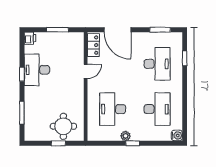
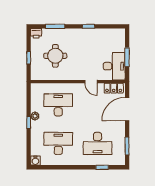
printer: (30, 38) -> (36, 33), moved
desk: (37, 70) -> (114, 66), moved, turned 90
desk: (157, 109) -> (58, 143), turned 180
round table: (63, 126) -> (55, 56), moved

